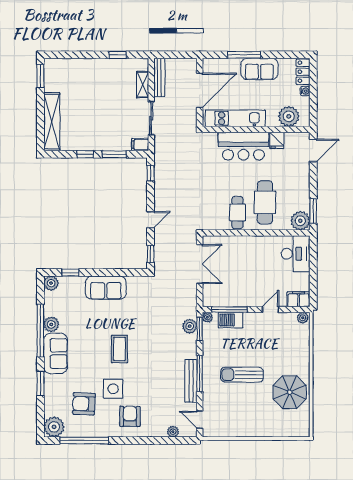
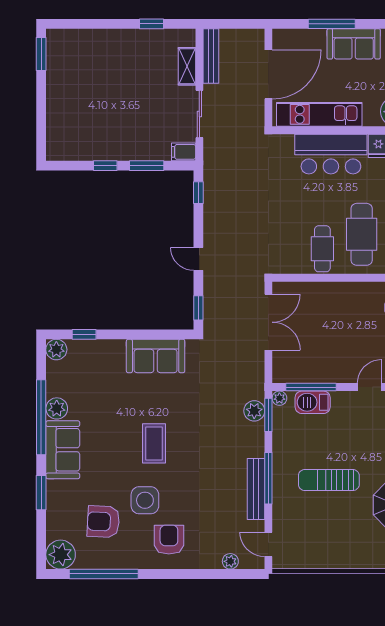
shelving: (52, 122) -> (57, 119), removed
door: (151, 220) -> (198, 259), swing flipped
sofa: (106, 288) -> (156, 356), moved

